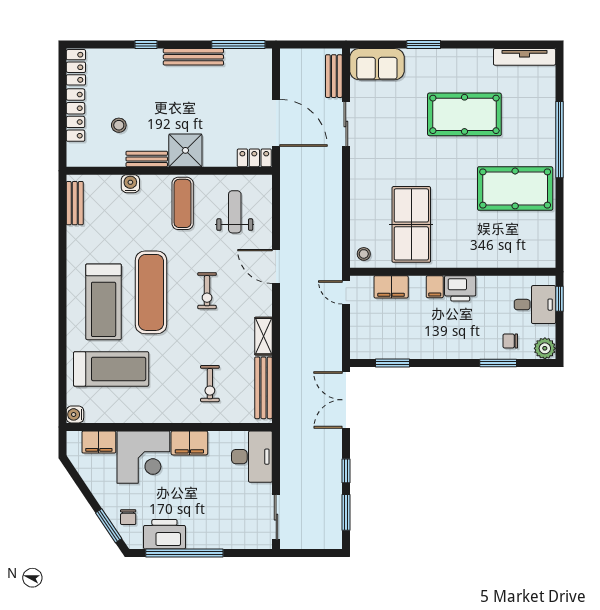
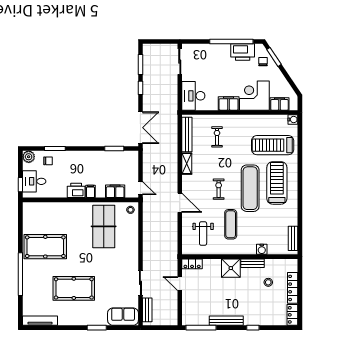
door: (276, 123) -> (180, 284), width x0.53
exercise mat: (183, 203) -> (231, 224), moved

